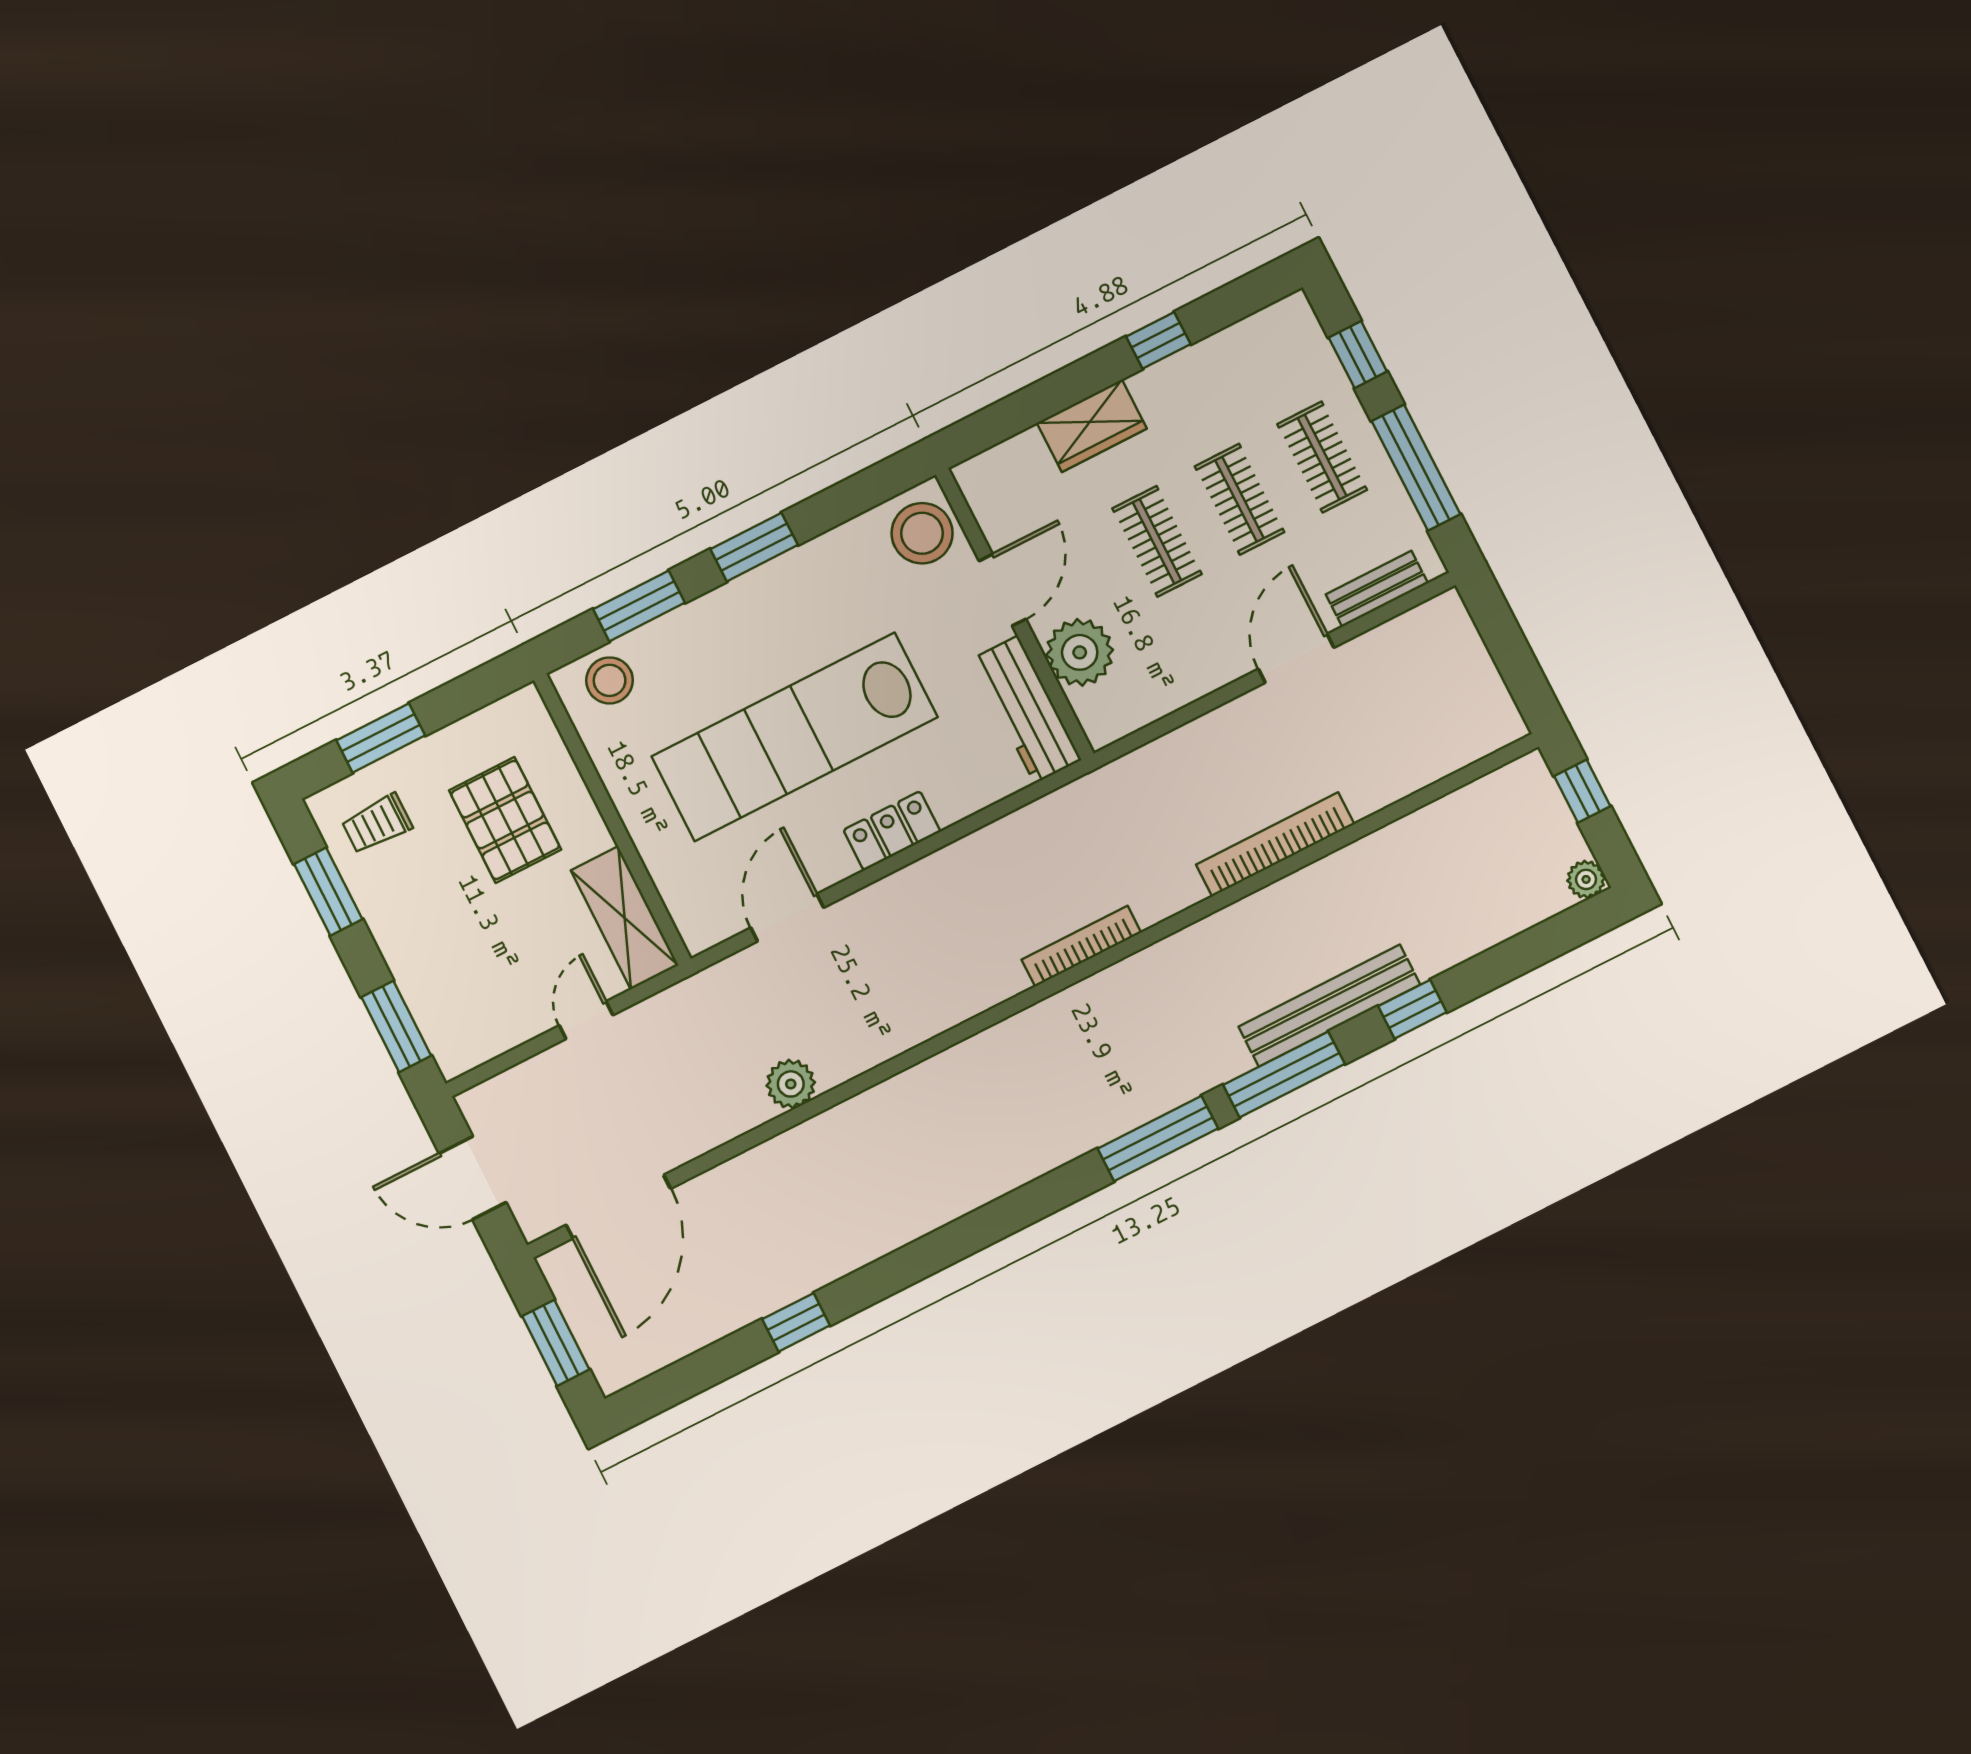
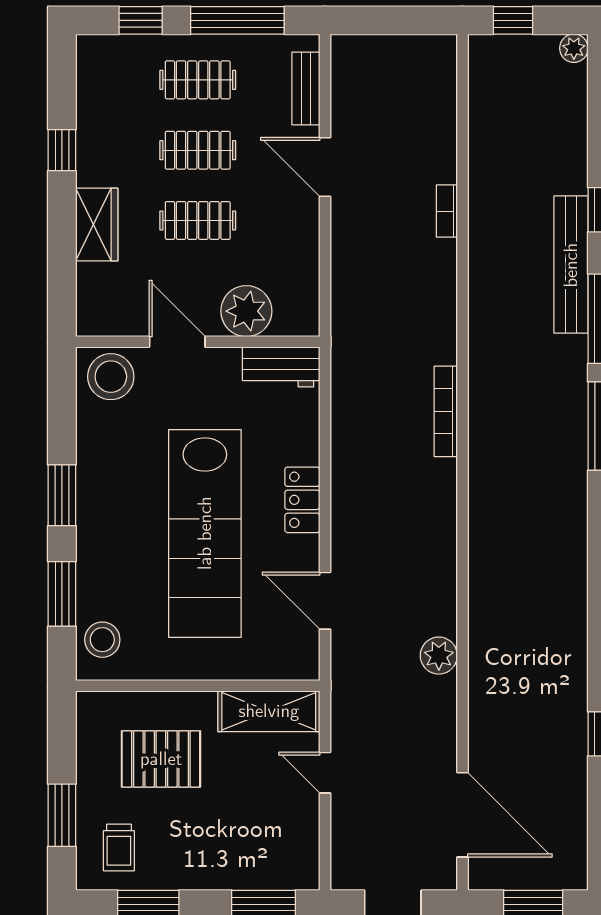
workbench: (1026, 710) -> (281, 367), width x0.73
bookcase: (1275, 844) -> (447, 211), width x0.43, depth x0.76

